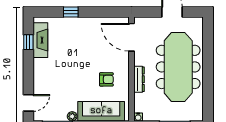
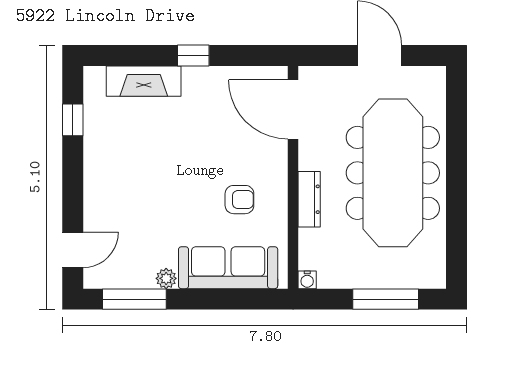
window: (71, 12) -> (193, 55), moved
fireplace: (40, 40) -> (144, 81), moved, turned 90

